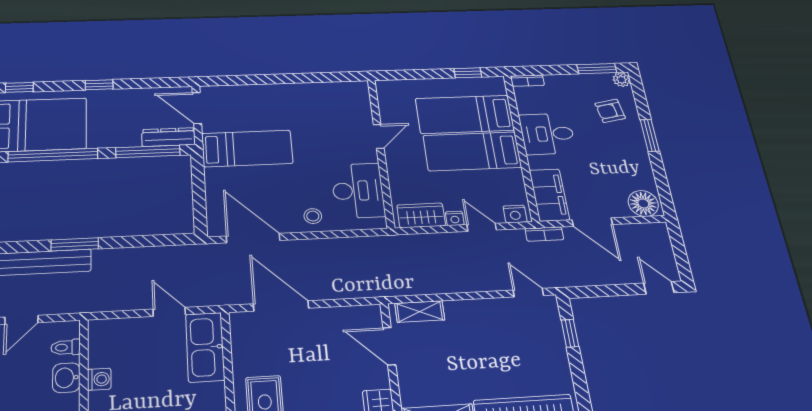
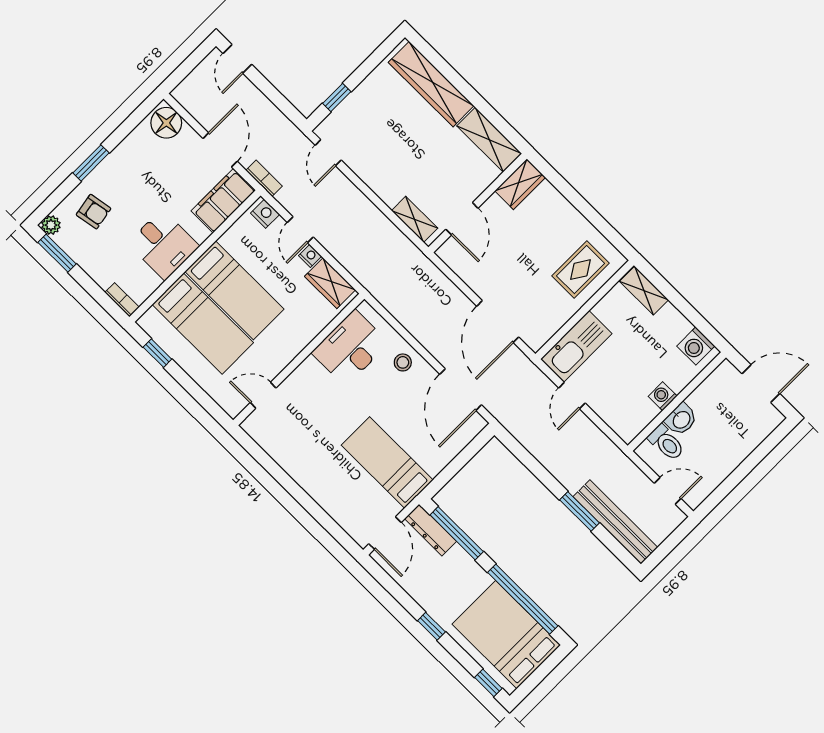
door: (379, 136) -> (263, 395), moved
toilet: (66, 347) -> (666, 443), width x1.37, depth x1.39

